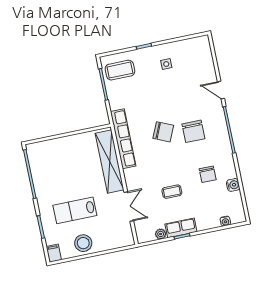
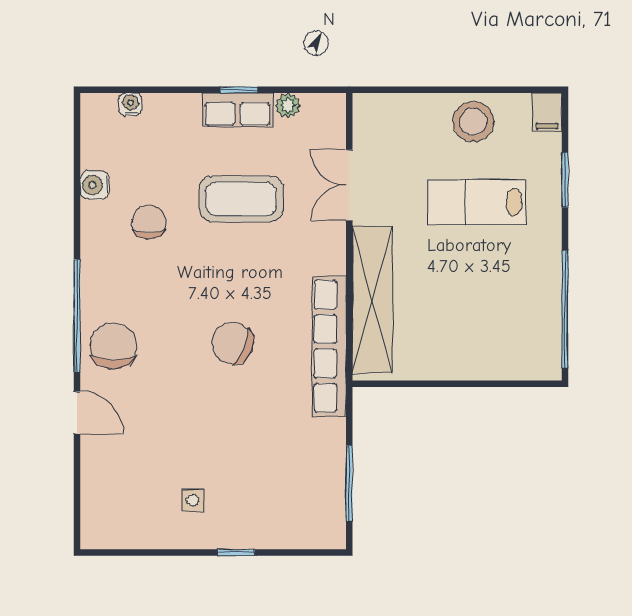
coffee table: (120, 70) -> (304, 508), removed
chair: (193, 131) -> (113, 346), moved
coffee table: (172, 192) -> (241, 199), width x1.86, depth x1.72
lab bench: (75, 210) -> (477, 202), turned 180

